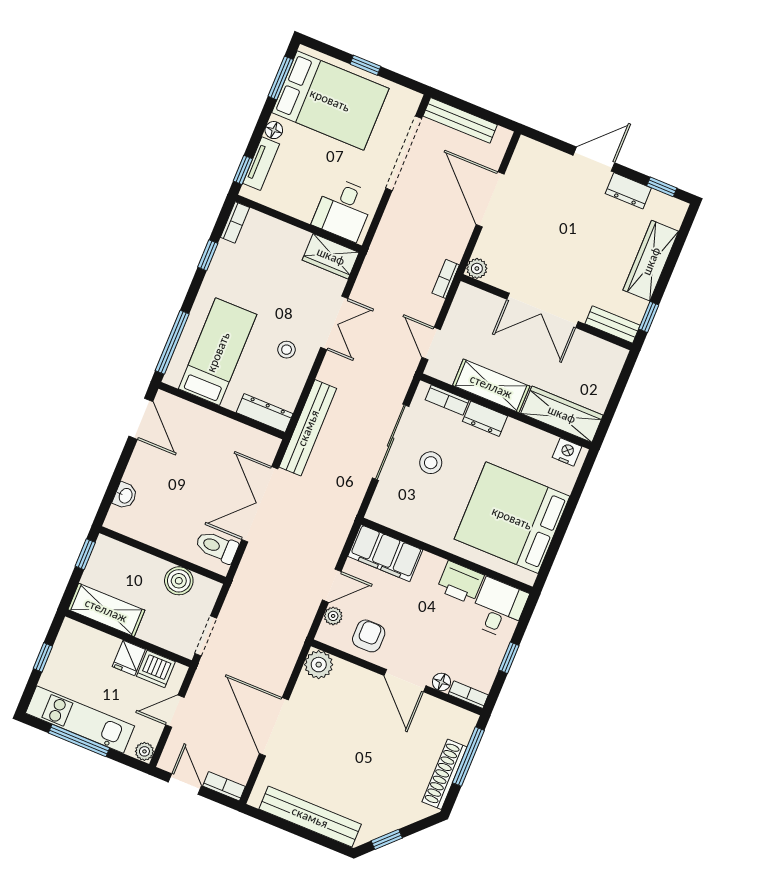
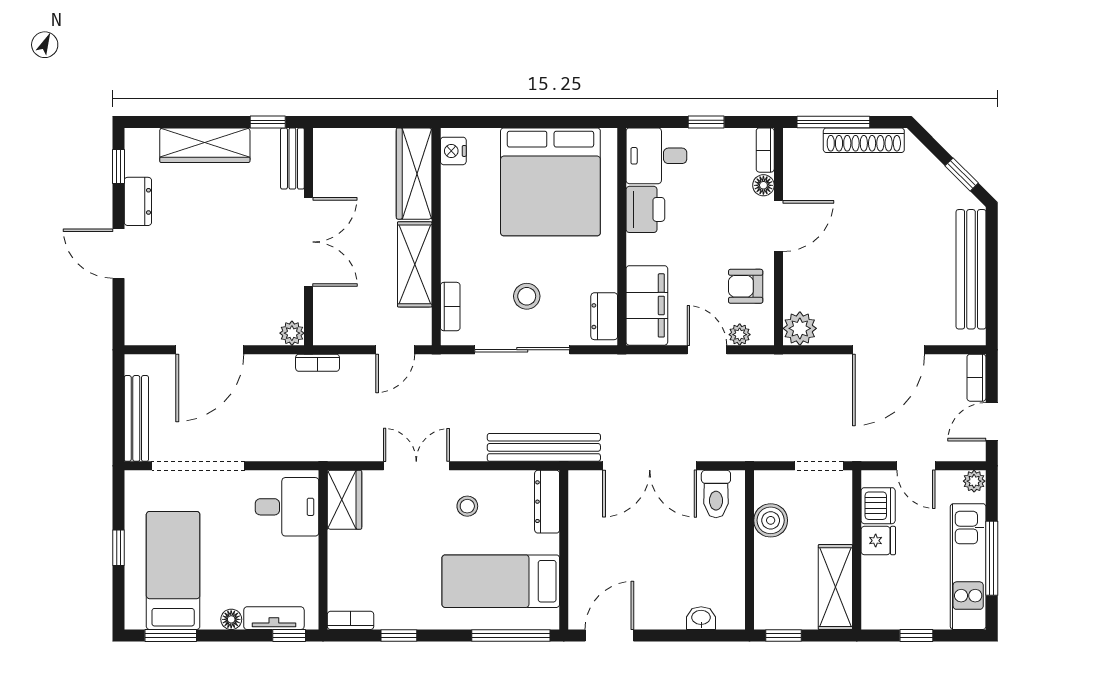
bed: (330, 100) -> (173, 570), width x0.67
dresser: (485, 419) -> (604, 316), moved, turned 180

